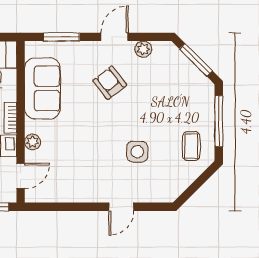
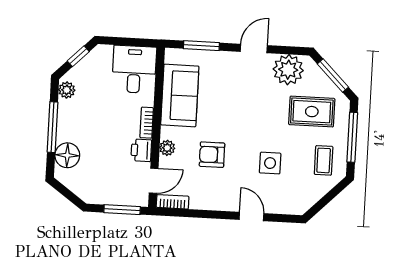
plant: (143, 49) -> (288, 70), width x1.87, depth x1.87
armchair: (110, 83) -> (212, 155), moved, turned -52
rug: (177, 97) -> (312, 112), added
bookcase: (41, 196) -> (173, 202), added
door: (121, 207) -> (251, 217), swing flipped

